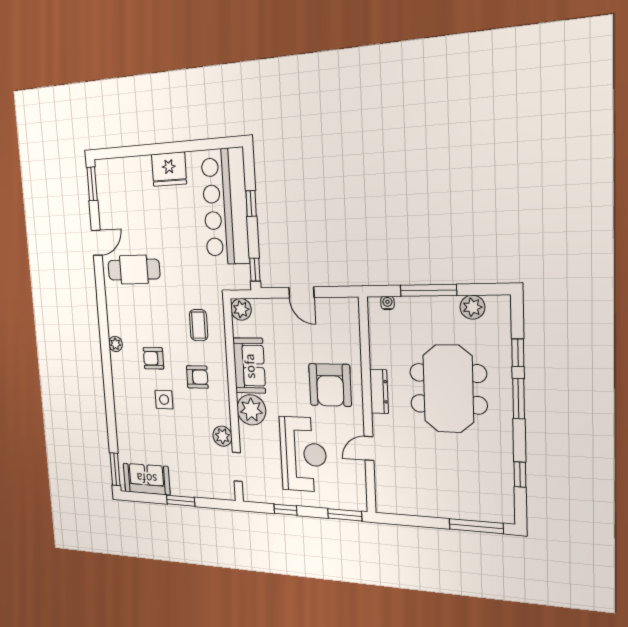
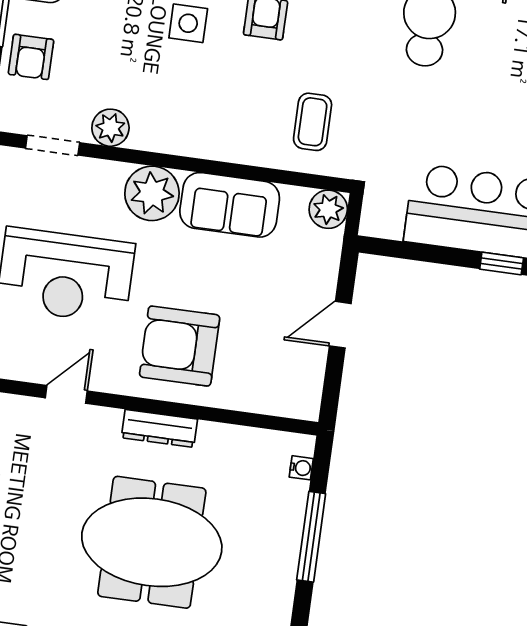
window: (255, 270) -> (391, 248), removed
plant: (472, 307) -> (275, 601), removed
coffee table: (199, 325) -> (313, 122), turned 90
armchair: (197, 377) -> (31, 57), moved
door: (369, 448) -> (66, 394), hinge flipped

